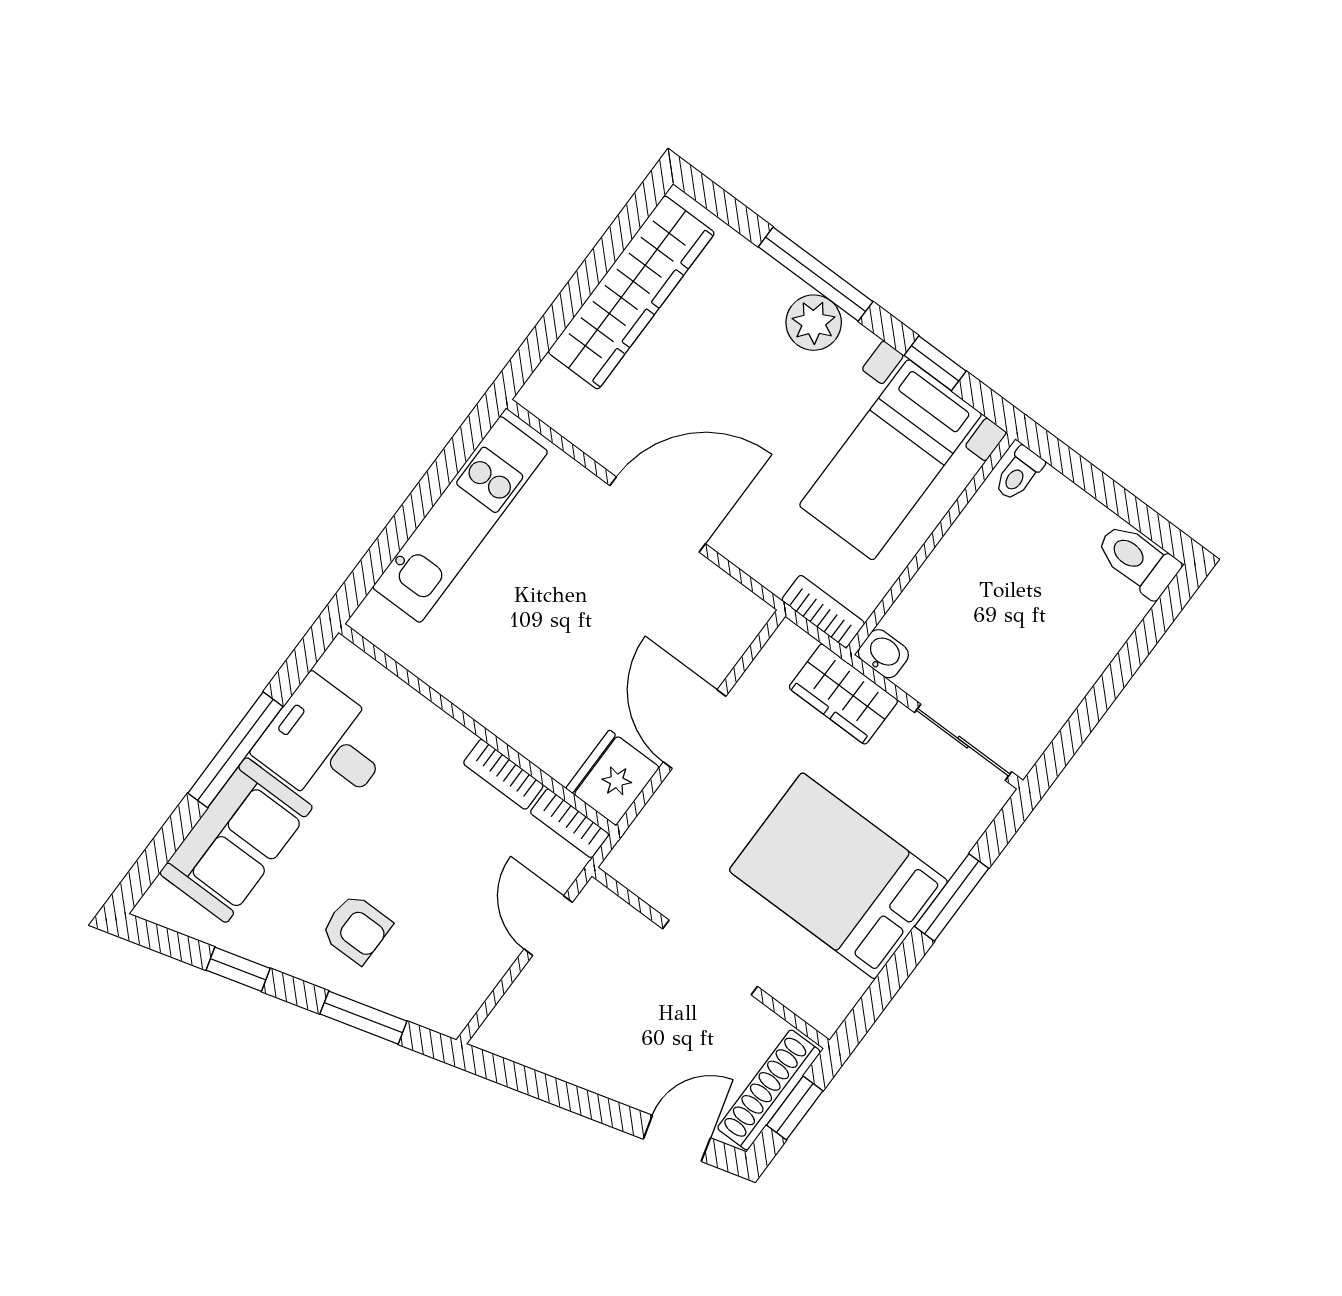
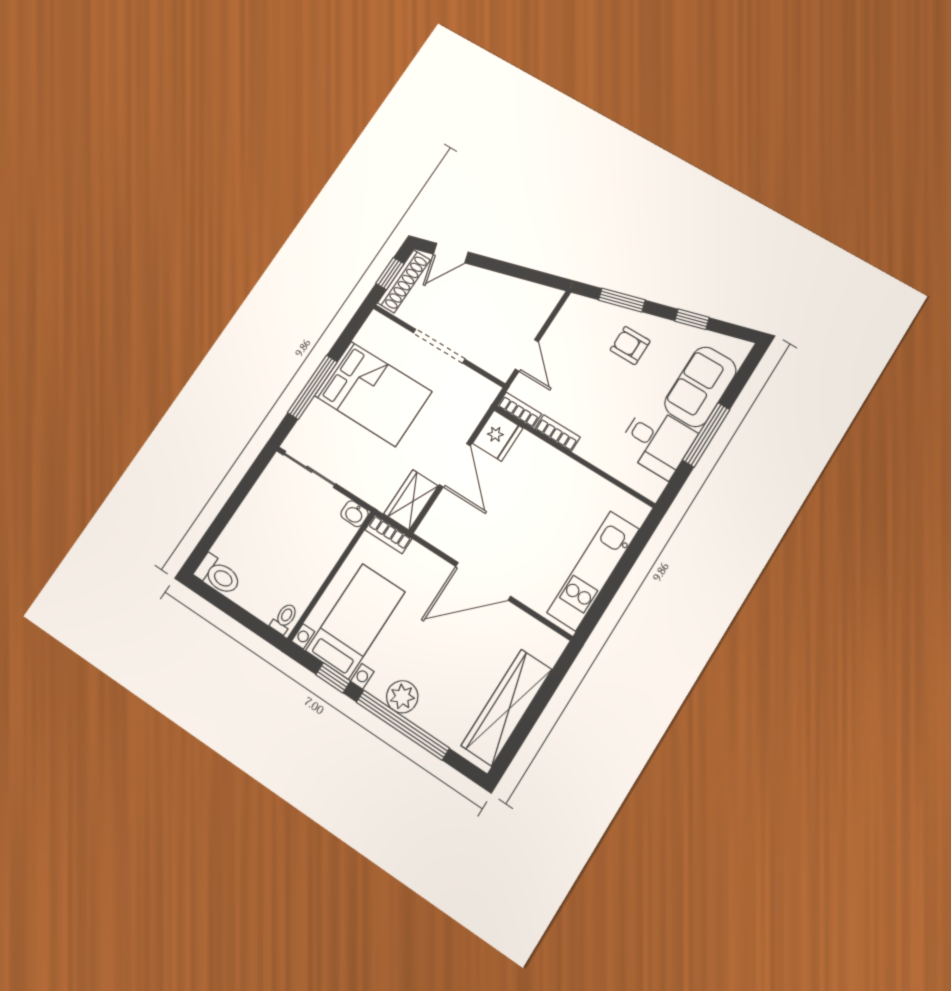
window: (816, 274) -> (403, 725), width x1.46
wardrobe: (843, 694) -> (411, 500), moved, turned -90
window: (952, 897) -> (312, 387), width x1.44

